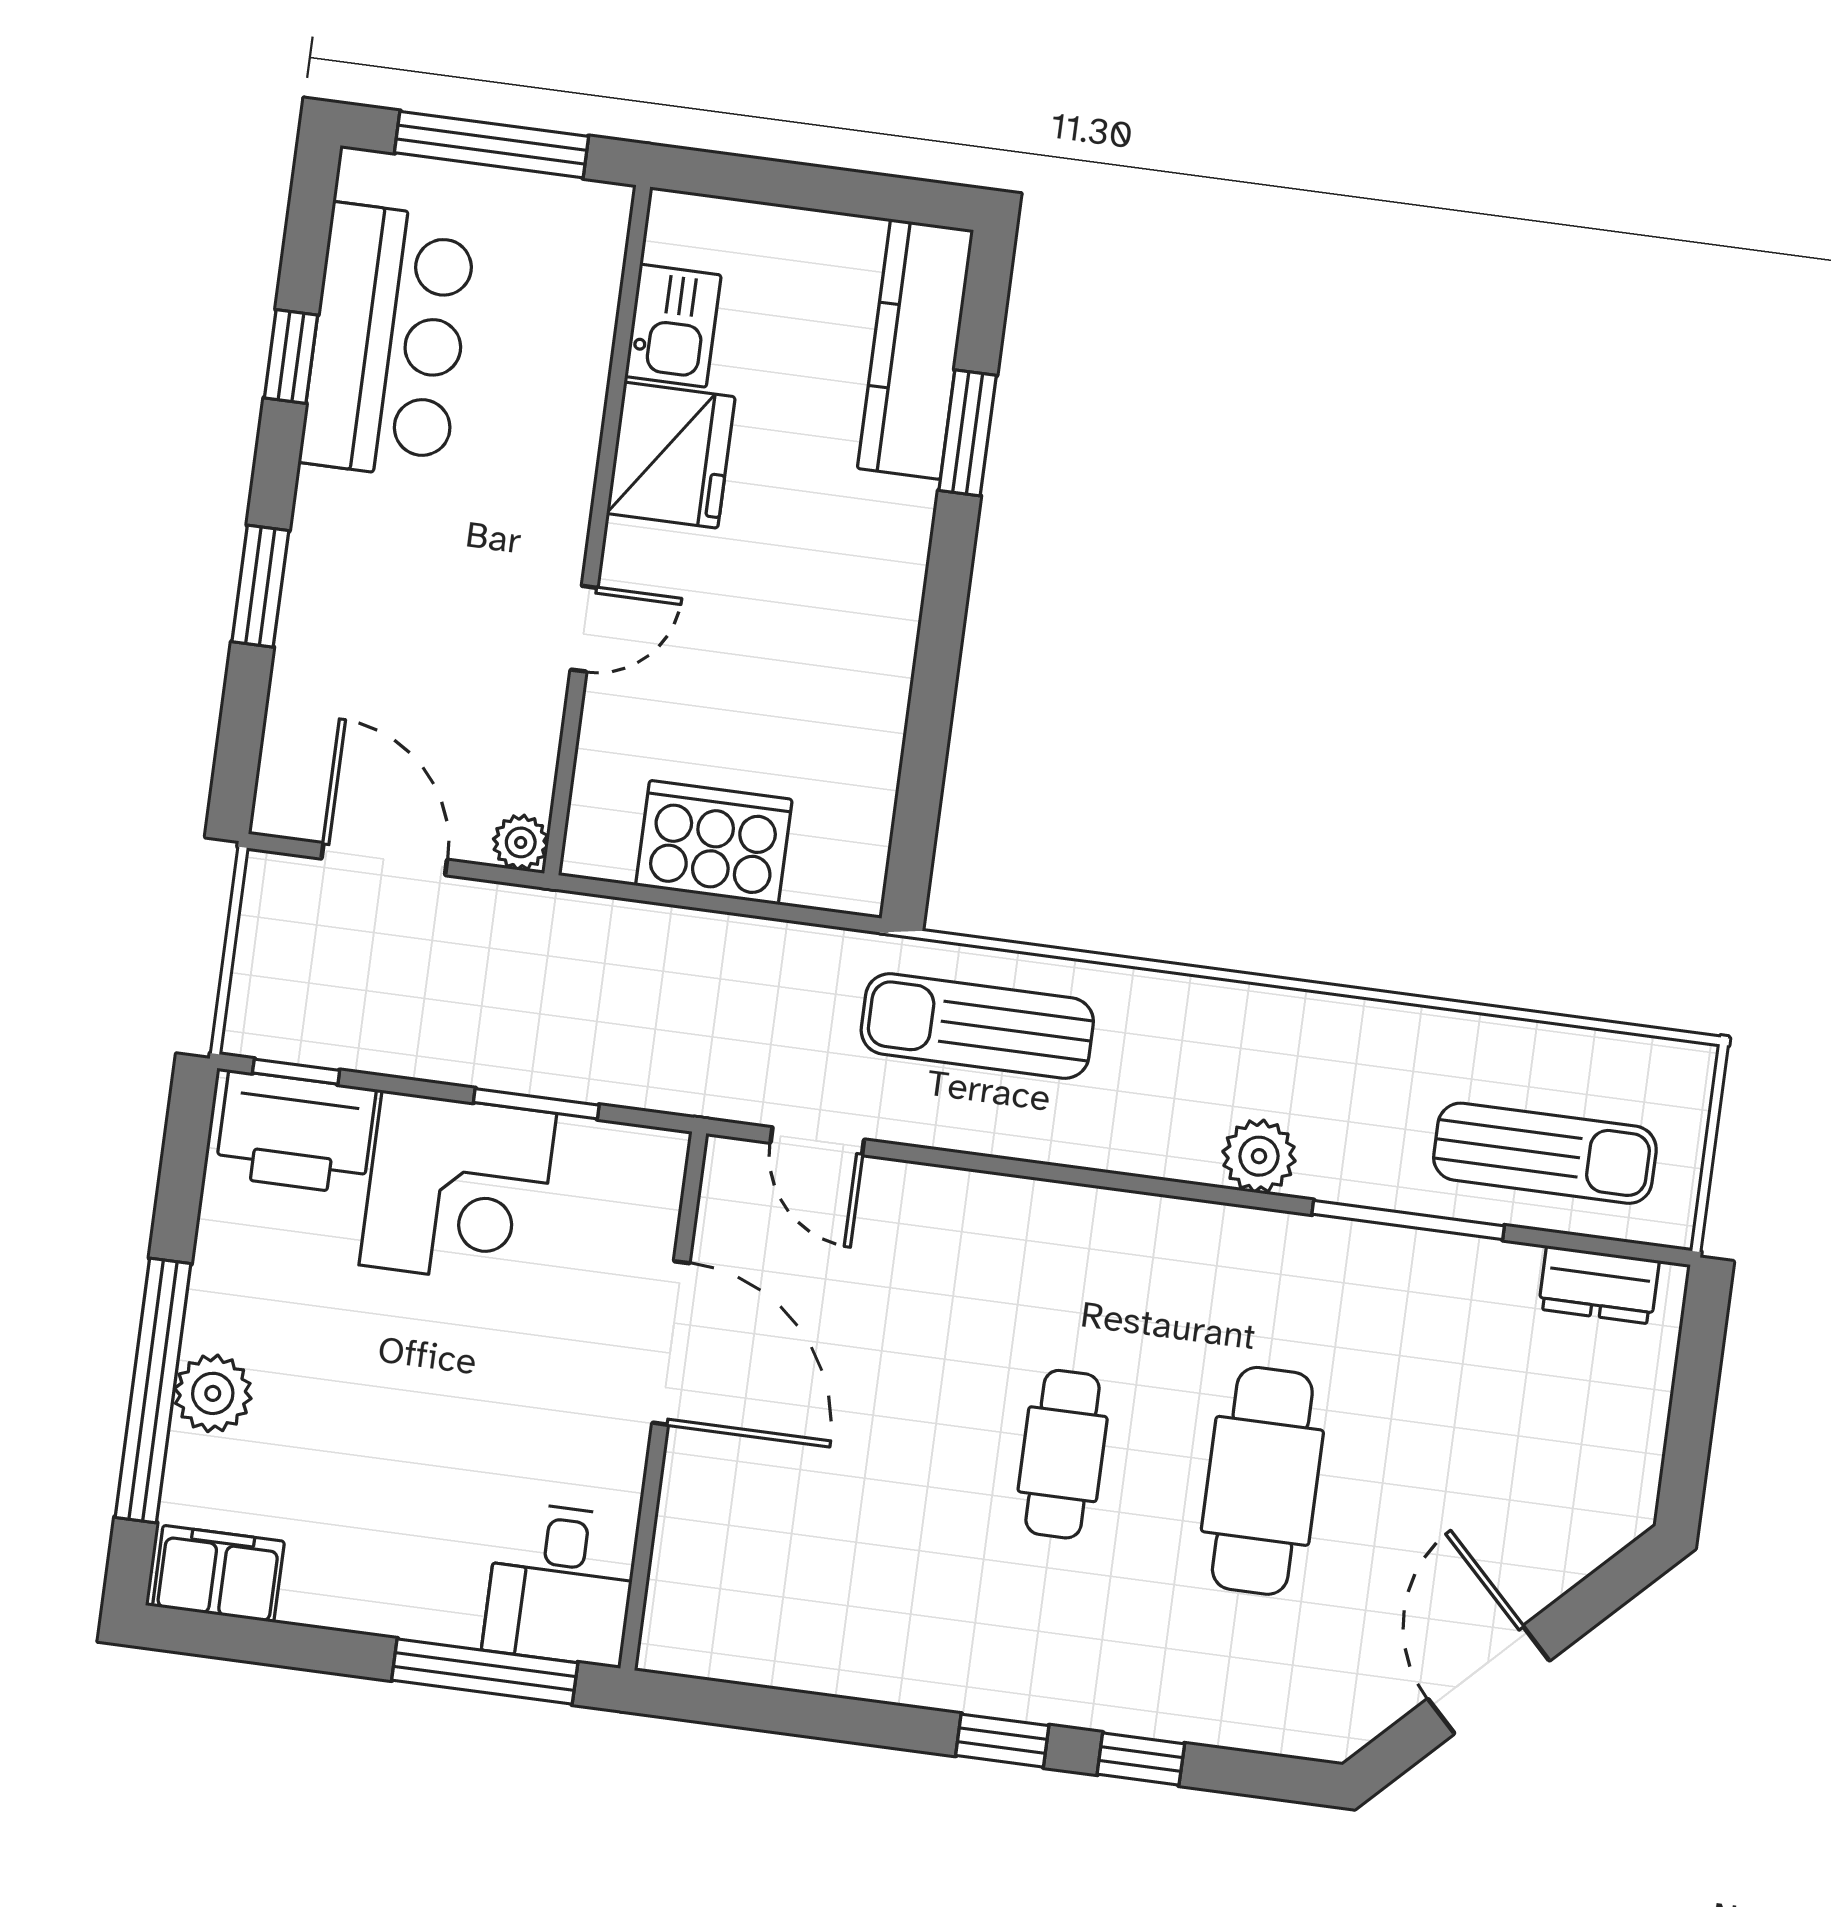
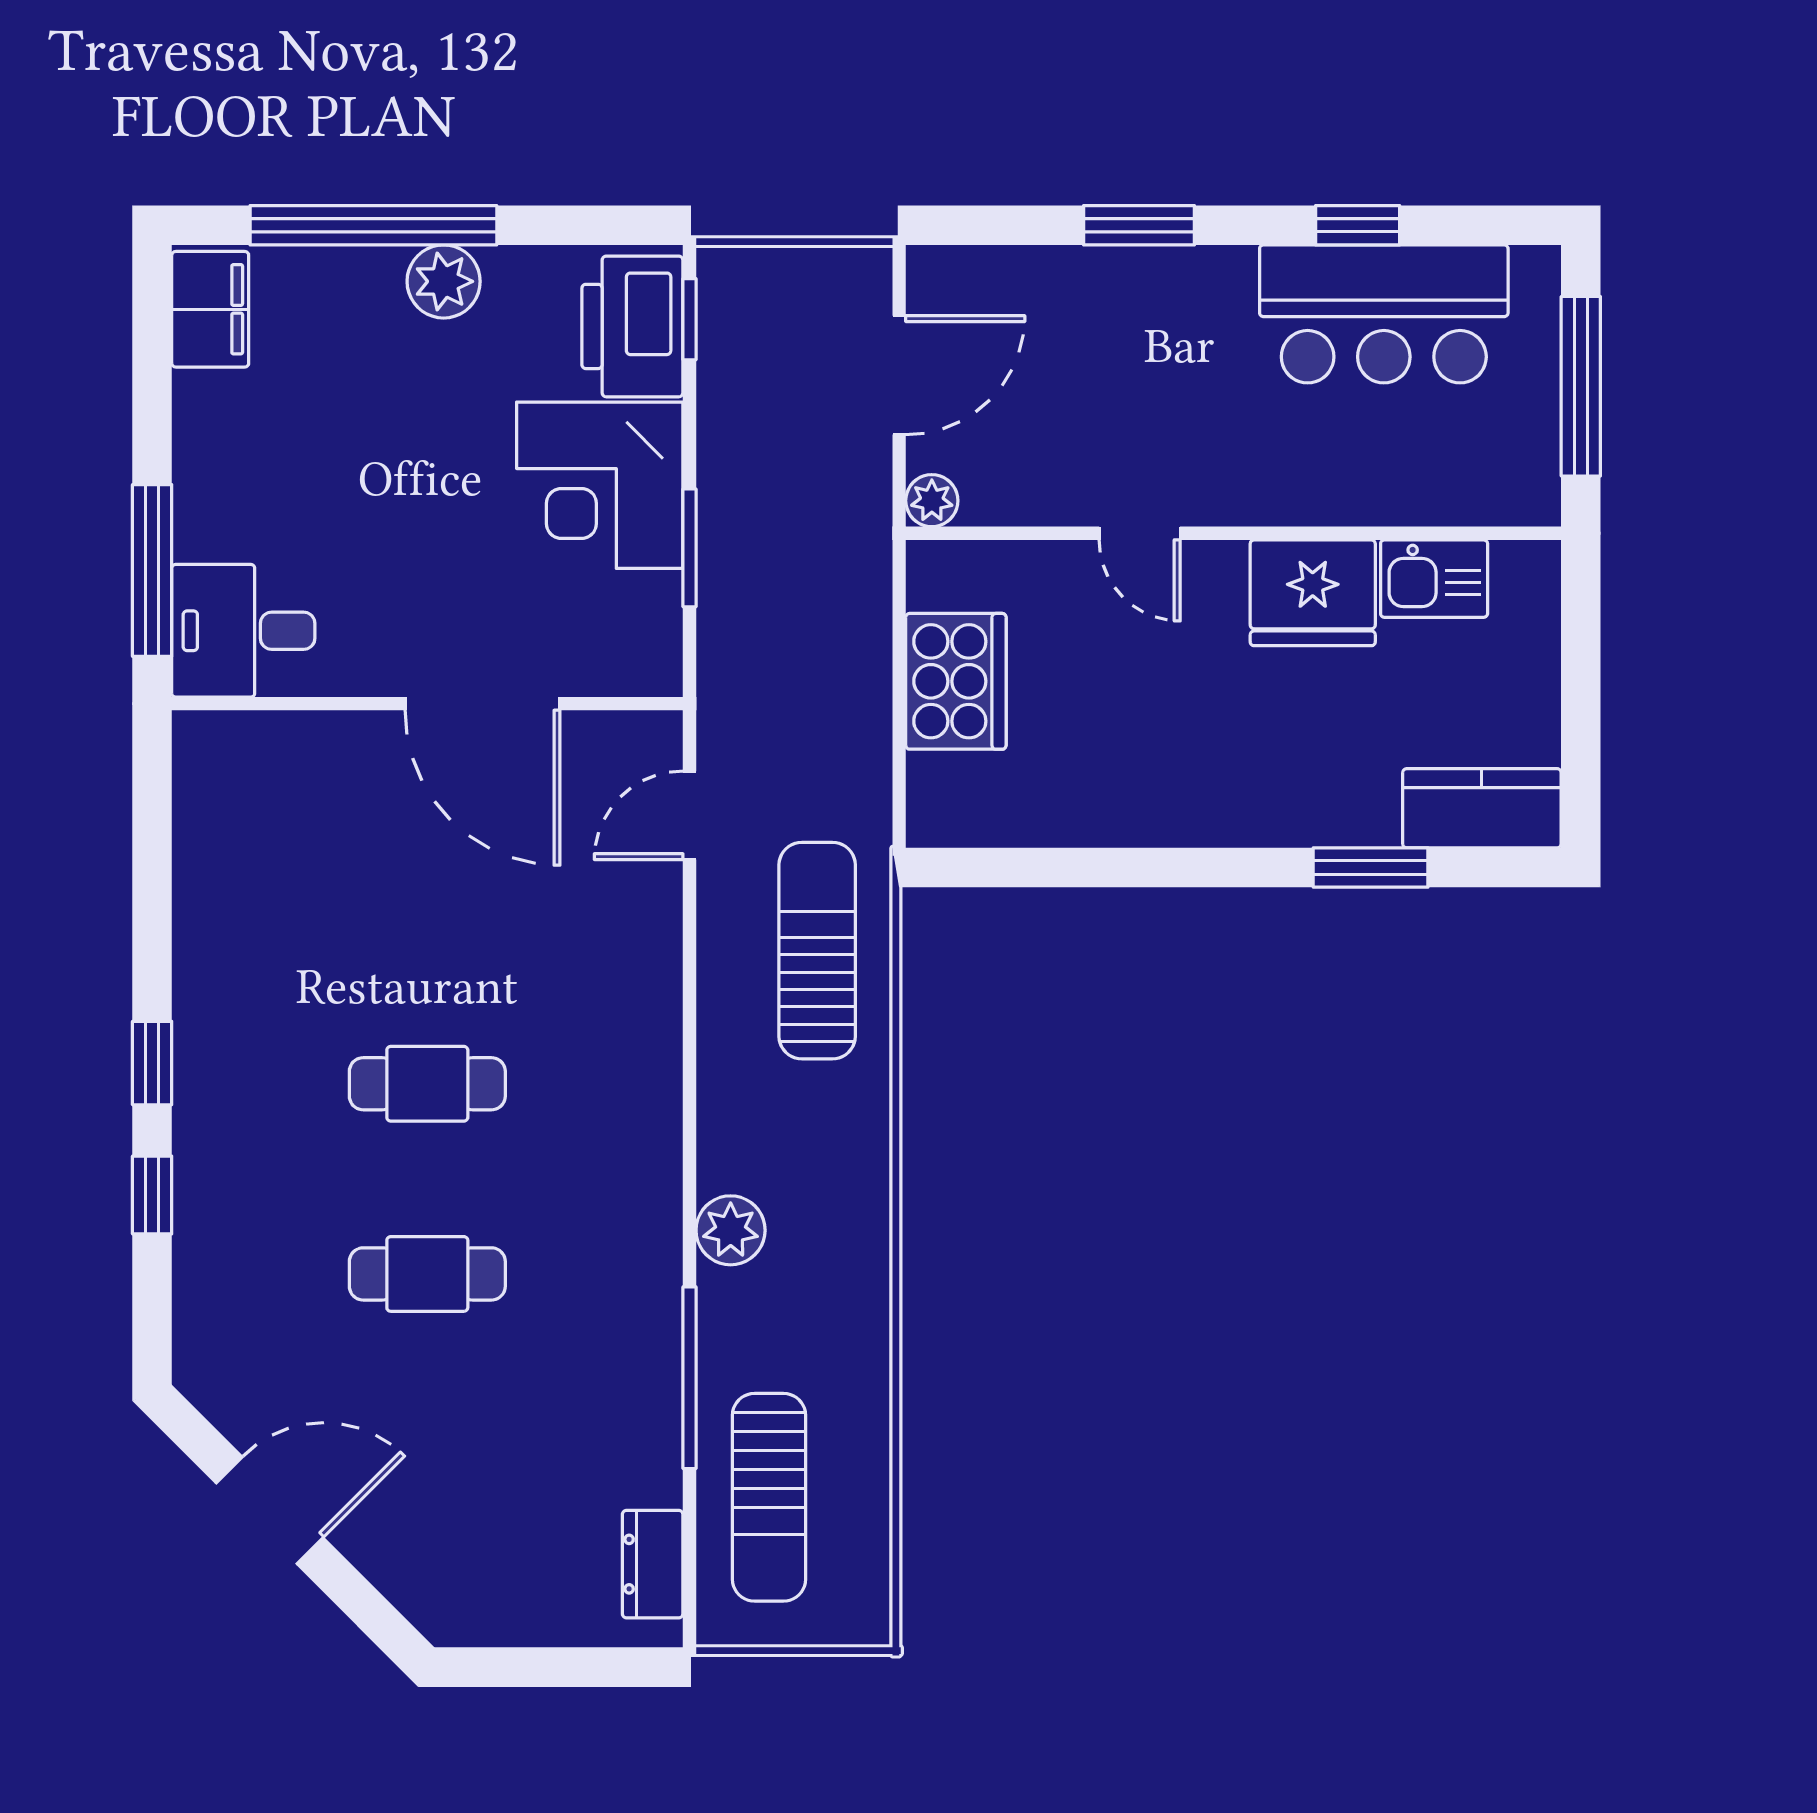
kitchen counter: (915, 349) -> (1482, 808), width x0.67
door: (671, 1343) -> (483, 704), hinge flipped
plant: (213, 1393) -> (444, 281), moved
cafe table: (1262, 1481) -> (427, 1274), width x0.73, depth x0.74

